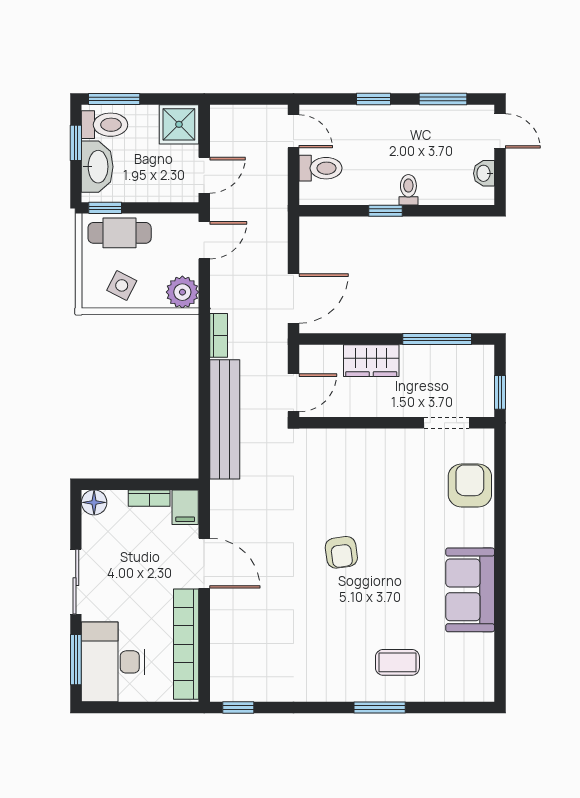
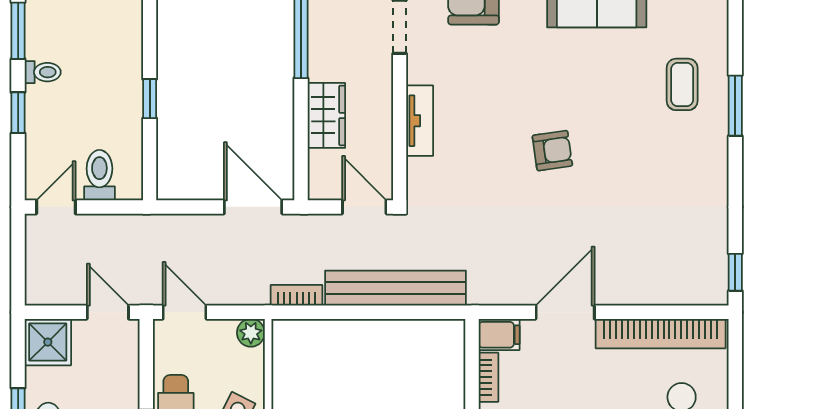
toilet: (408, 190) -> (43, 72), moved, turned 180
plant: (182, 292) -> (251, 333), width x0.73, depth x0.73
tv unit: (367, 440) -> (420, 121), added

